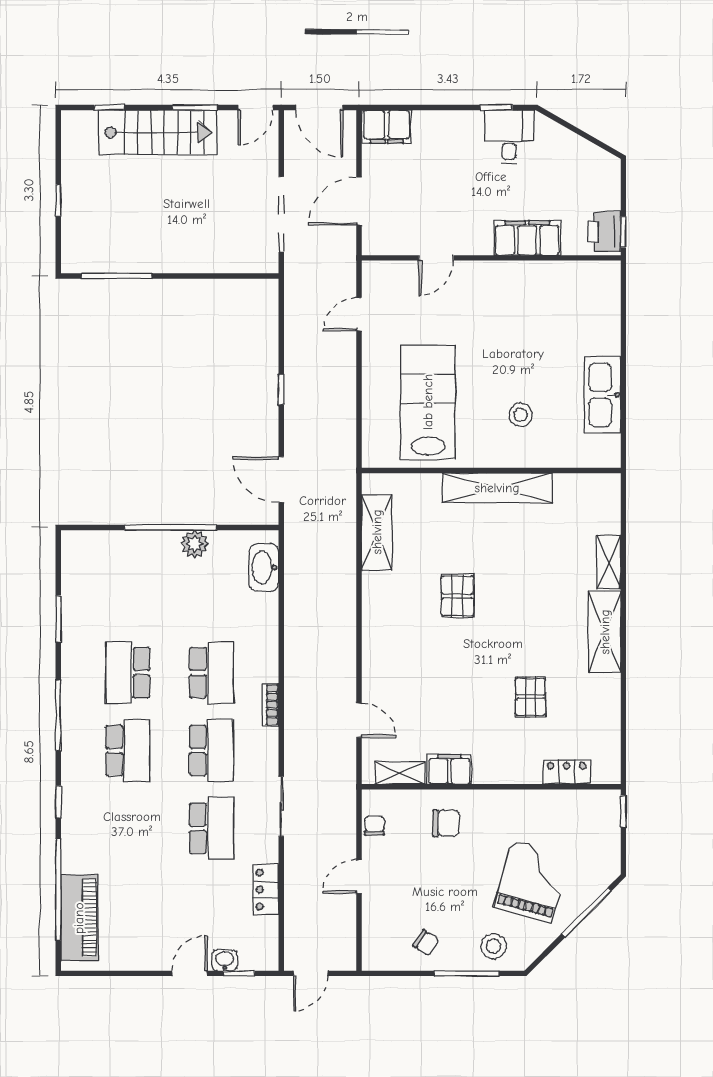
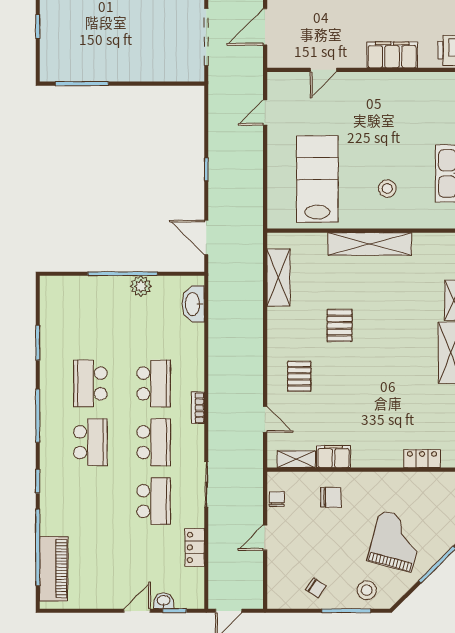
pallet: (531, 697) -> (299, 376), moved

